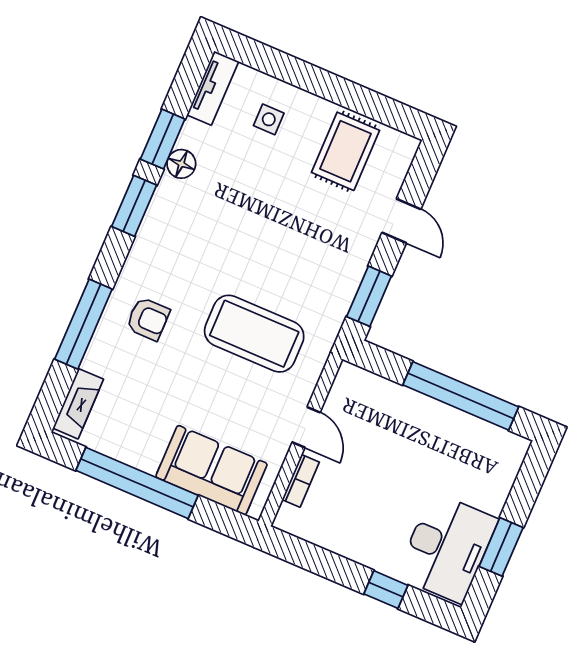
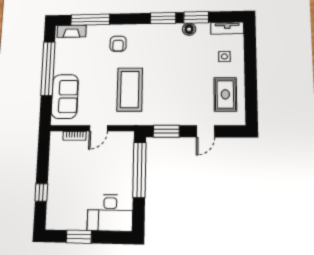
rug: (345, 151) -> (225, 94), turned 90
window: (83, 324) -> (90, 20), moved
window: (461, 396) -> (139, 170), moved
desk: (447, 548) -> (110, 213), moved

